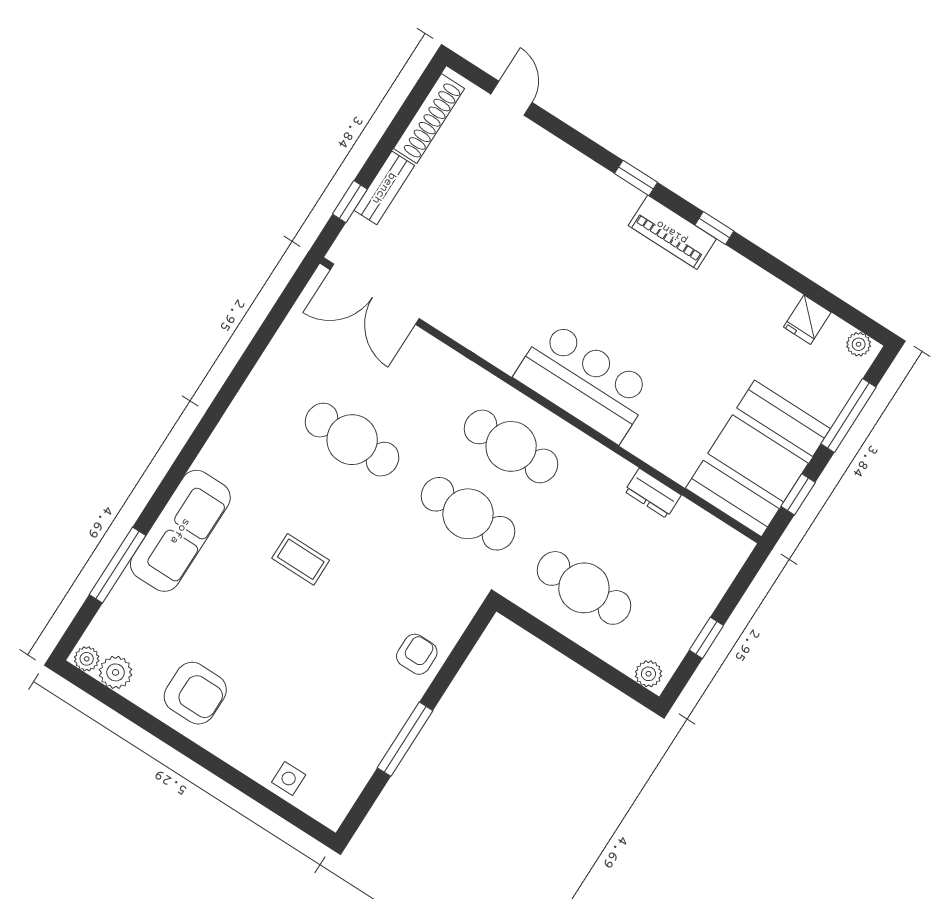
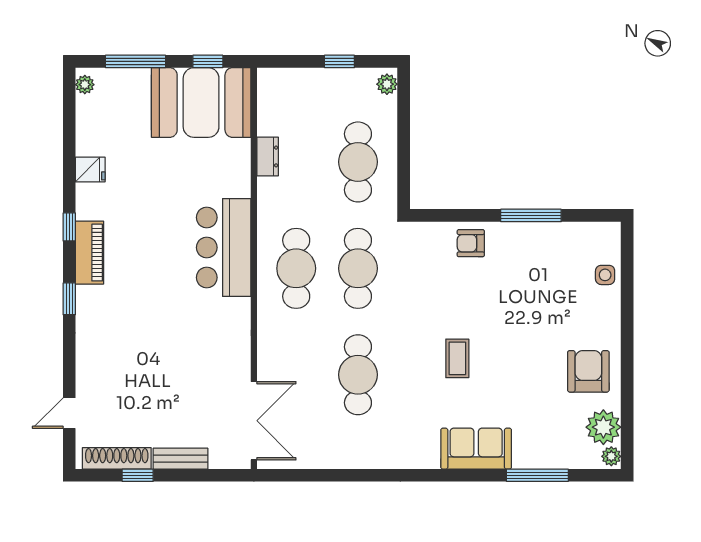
window: (350, 202) -> (138, 475), moved
fridge: (807, 320) -> (90, 170), moved
sofa: (180, 531) -> (476, 449), width x0.73
plant: (116, 672) -> (603, 427), width x1.36, depth x1.36

